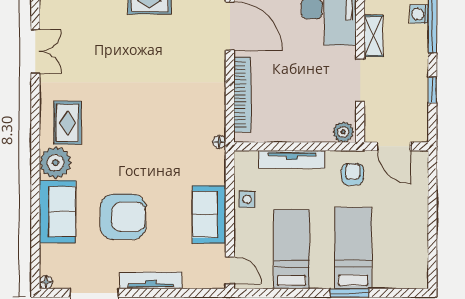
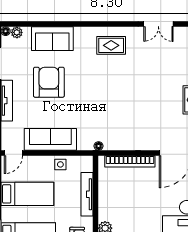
plant: (55, 163) -> (17, 32), moved, width x0.53, depth x0.53
sofa: (209, 215) -> (50, 139), width x1.36
armchair: (123, 217) -> (49, 82), turned 180

